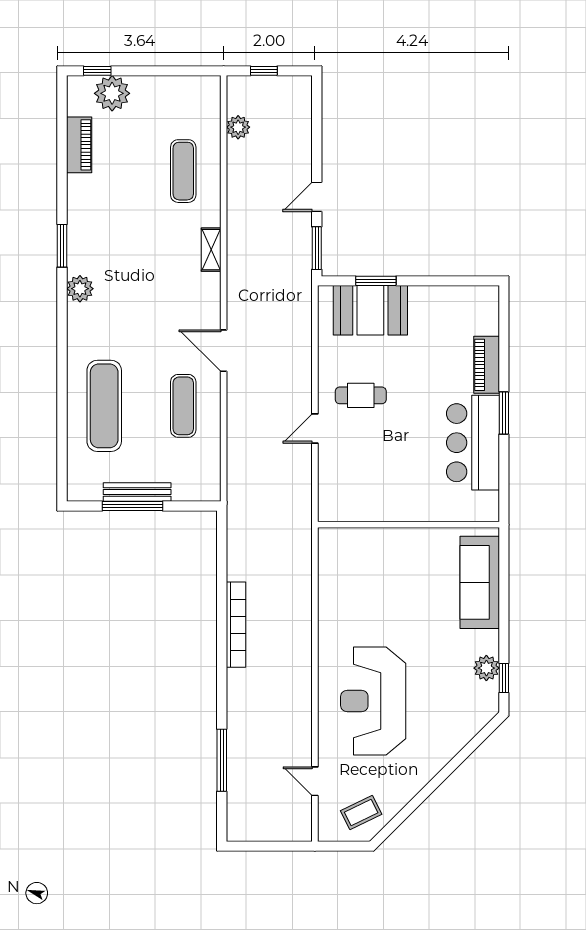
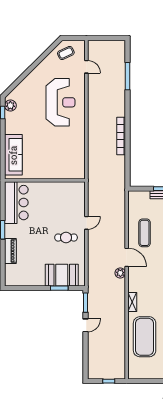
plant: (238, 127) -> (120, 273), moved
exercise mat: (183, 171) -> (145, 337), width x2.00, depth x1.45
bar counter: (473, 443) -> (16, 203), moved
plant: (486, 668) -> (10, 105), moved

